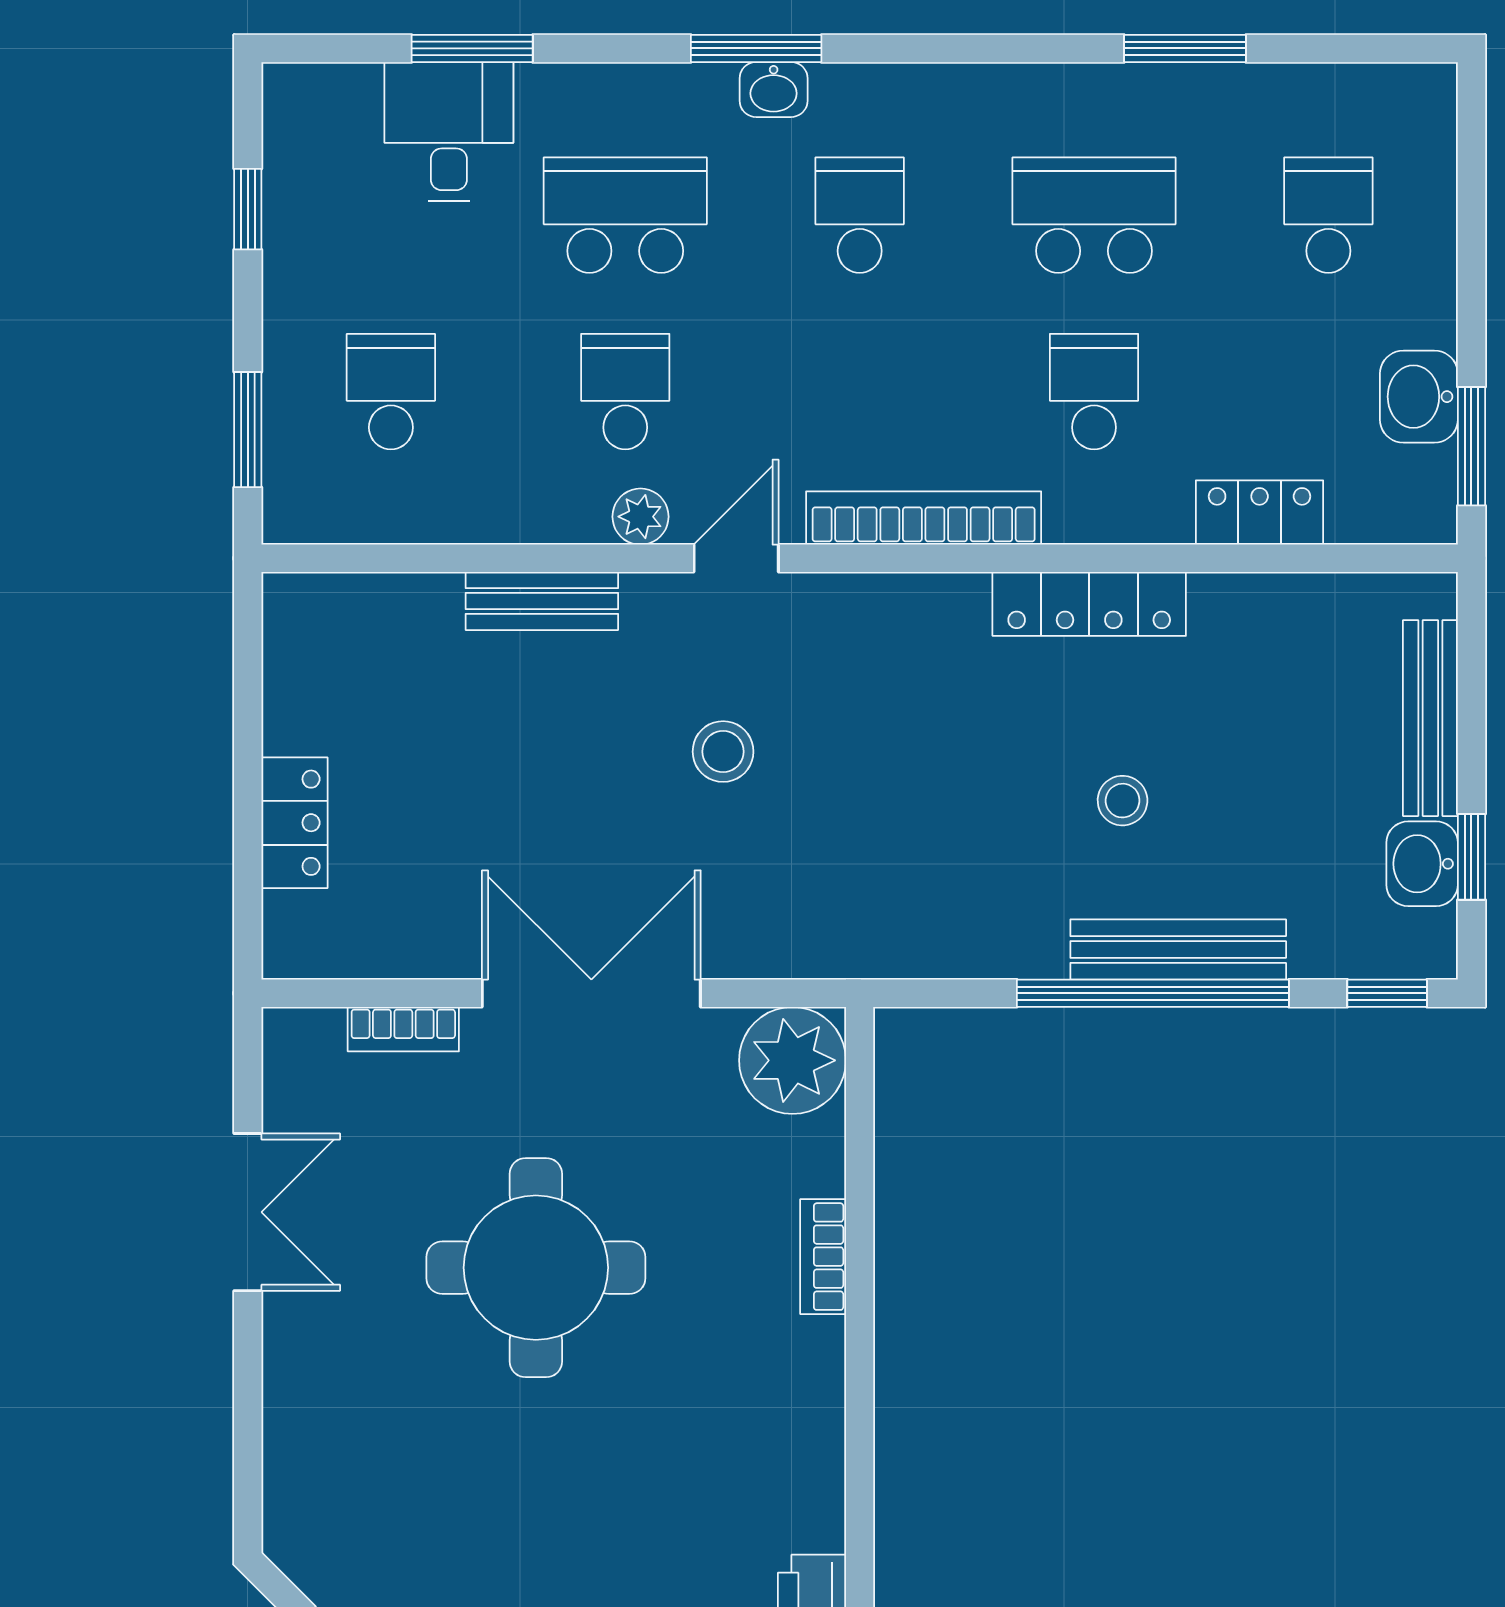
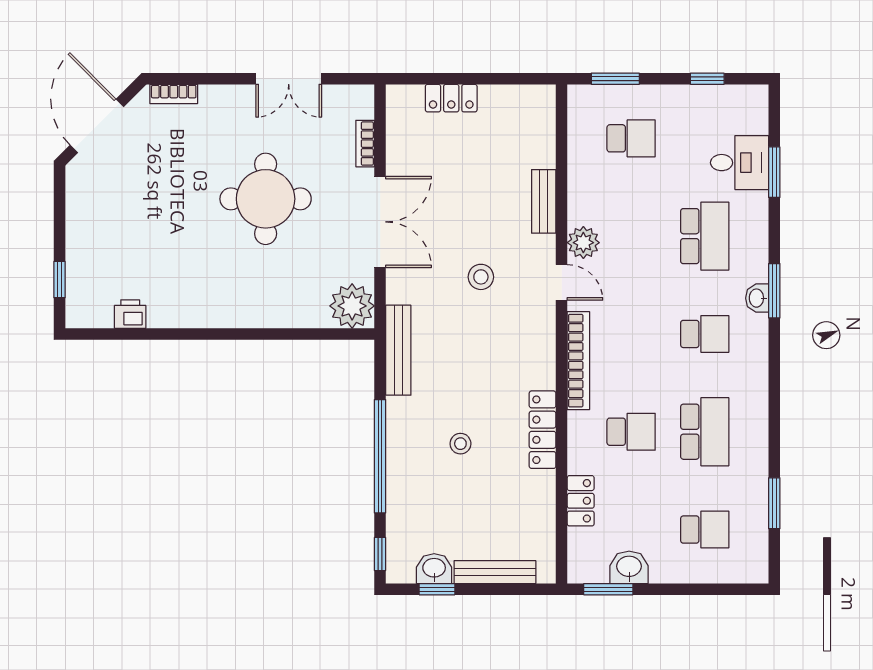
window: (1185, 48) -> (774, 503), moved
school desk: (625, 392) -> (631, 236), removed
plant: (640, 517) -> (583, 243), width x1.38, depth x1.38
bench: (1178, 950) -> (398, 350), moved
bookcase: (823, 1257) -> (174, 94), moved, turned 180

